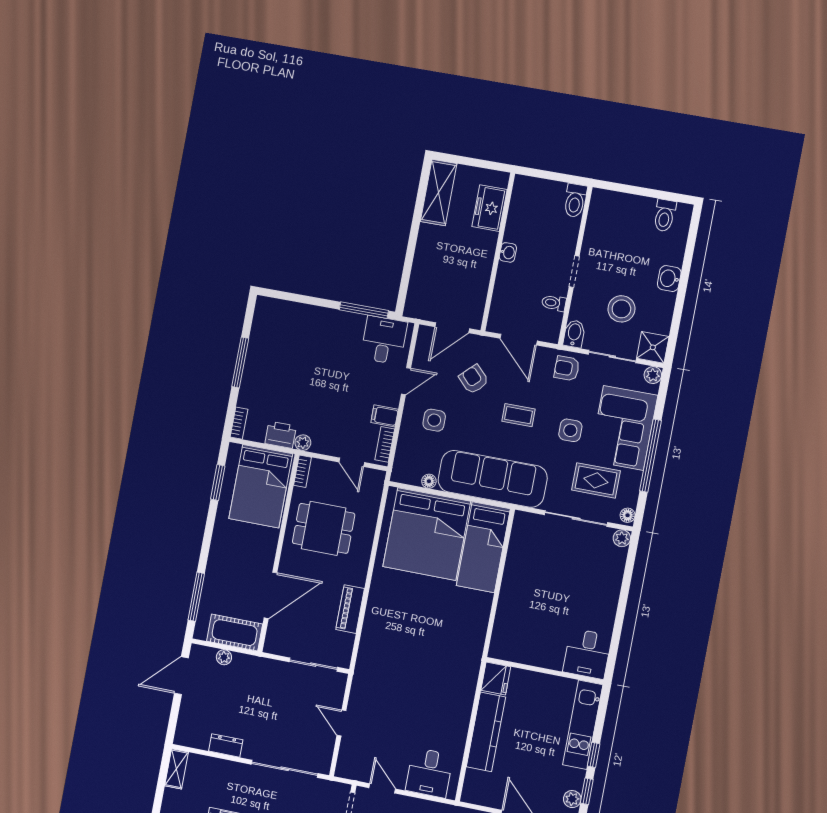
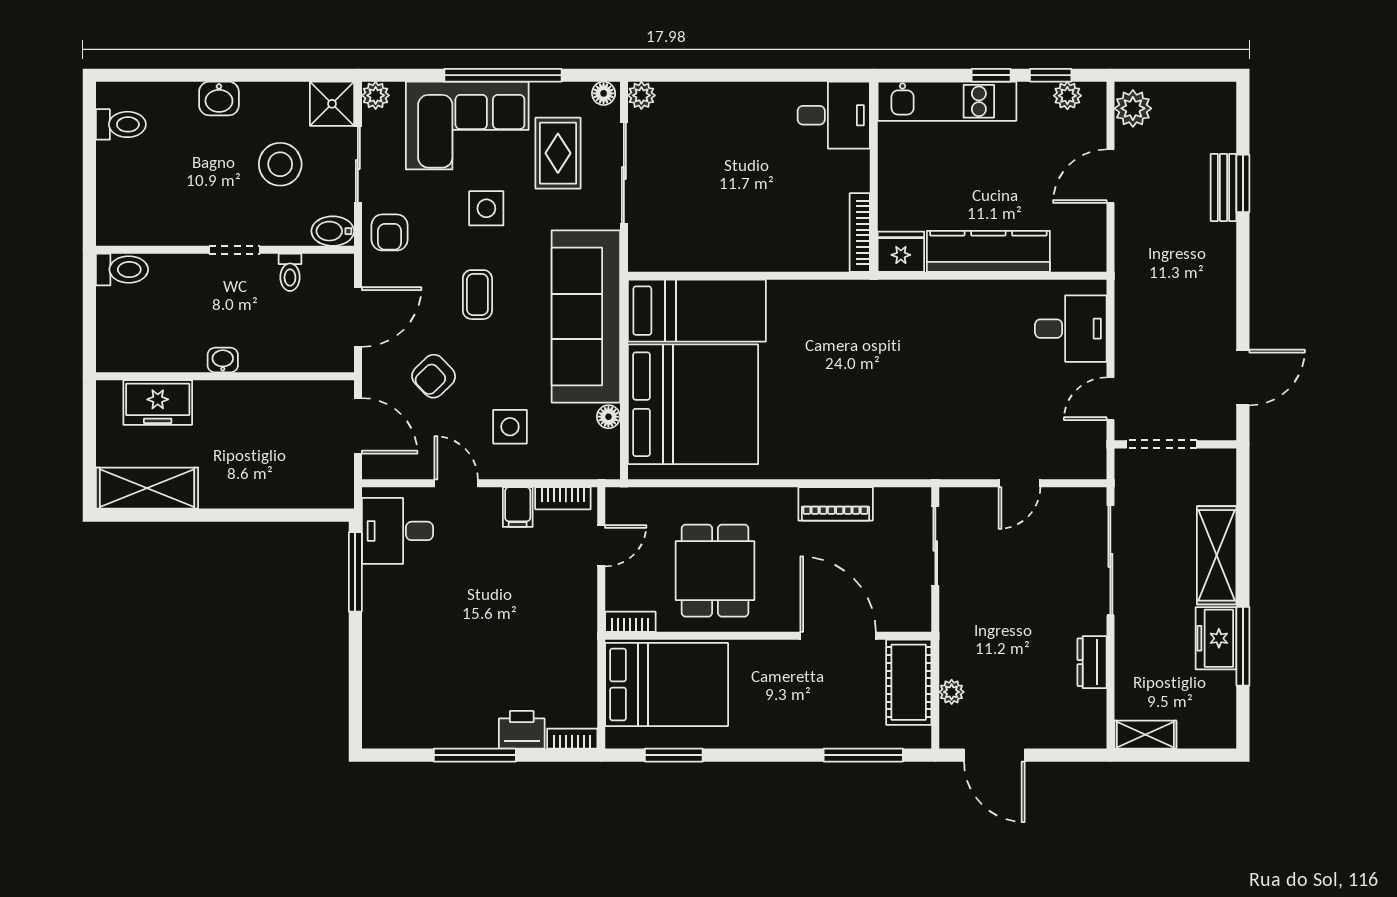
printer: (281, 435) -> (522, 730), moved, turned 90
plant: (303, 443) -> (584, 630), removed
bookcase: (512, 656) -> (860, 232), added

